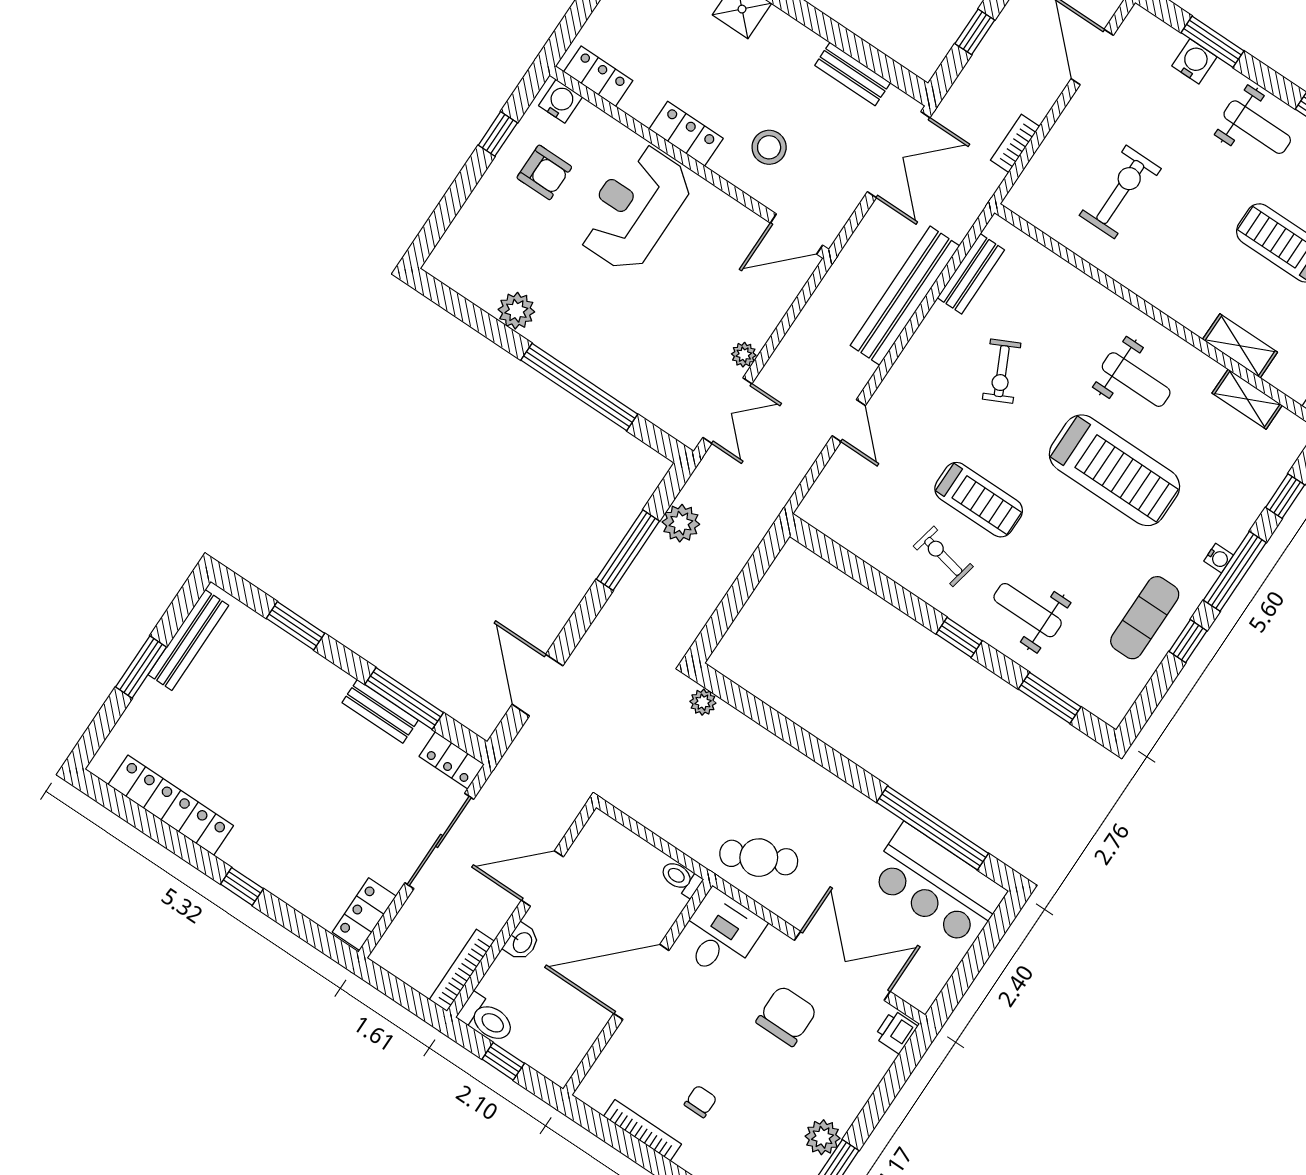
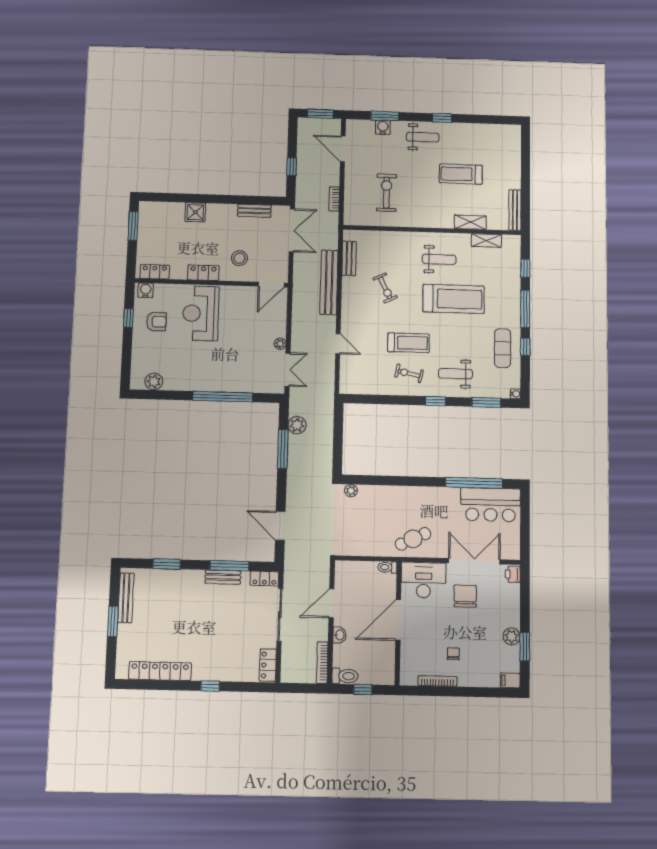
plant: (516, 311) -> (154, 382), moved
water cooler: (1219, 558) -> (515, 394), moved
desk: (720, 934) -> (424, 580), width x1.37

